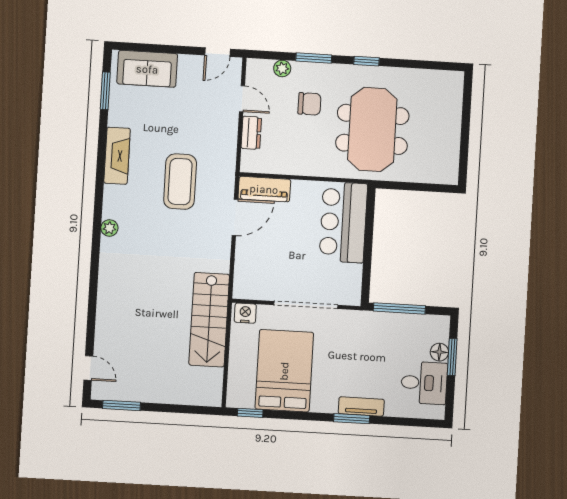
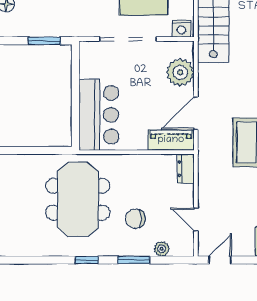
dresser: (251, 133) -> (186, 169), moved
plant: (250, 264) -> (180, 72), added
window: (399, 308) -> (44, 41), width x0.69

